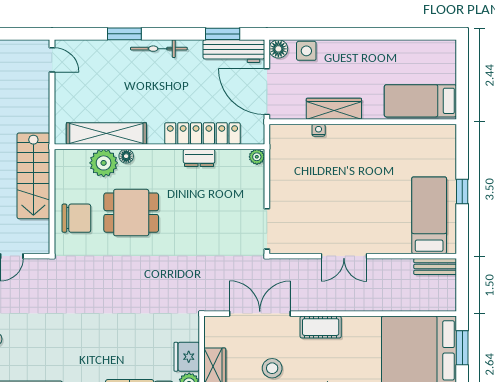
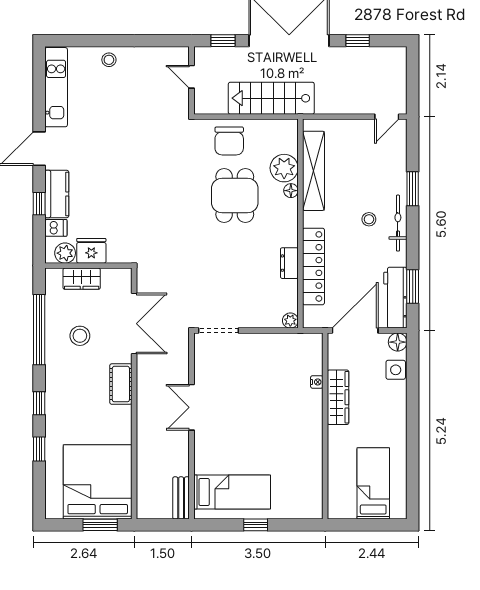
stool: (155, 78) -> (369, 219), added
bed: (420, 101) -> (373, 483), moved

